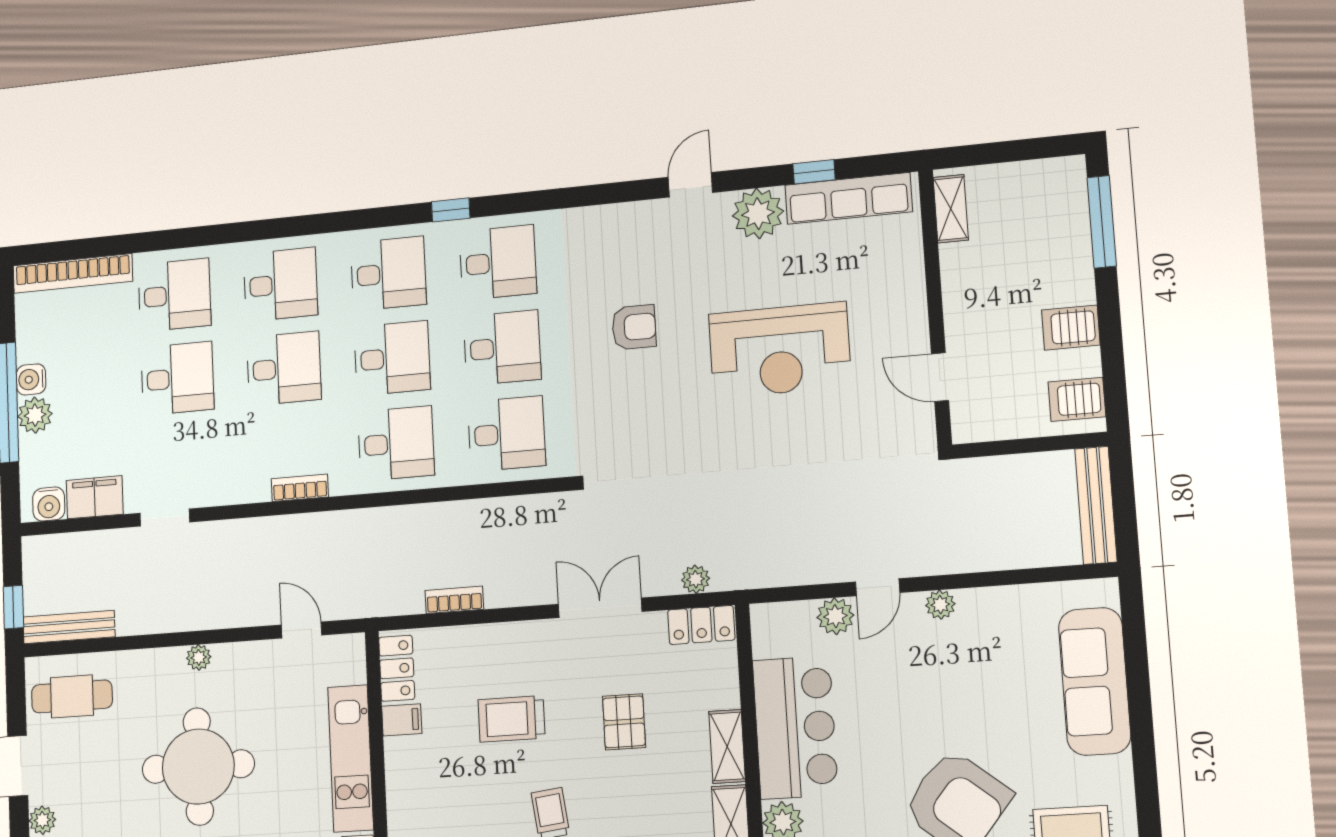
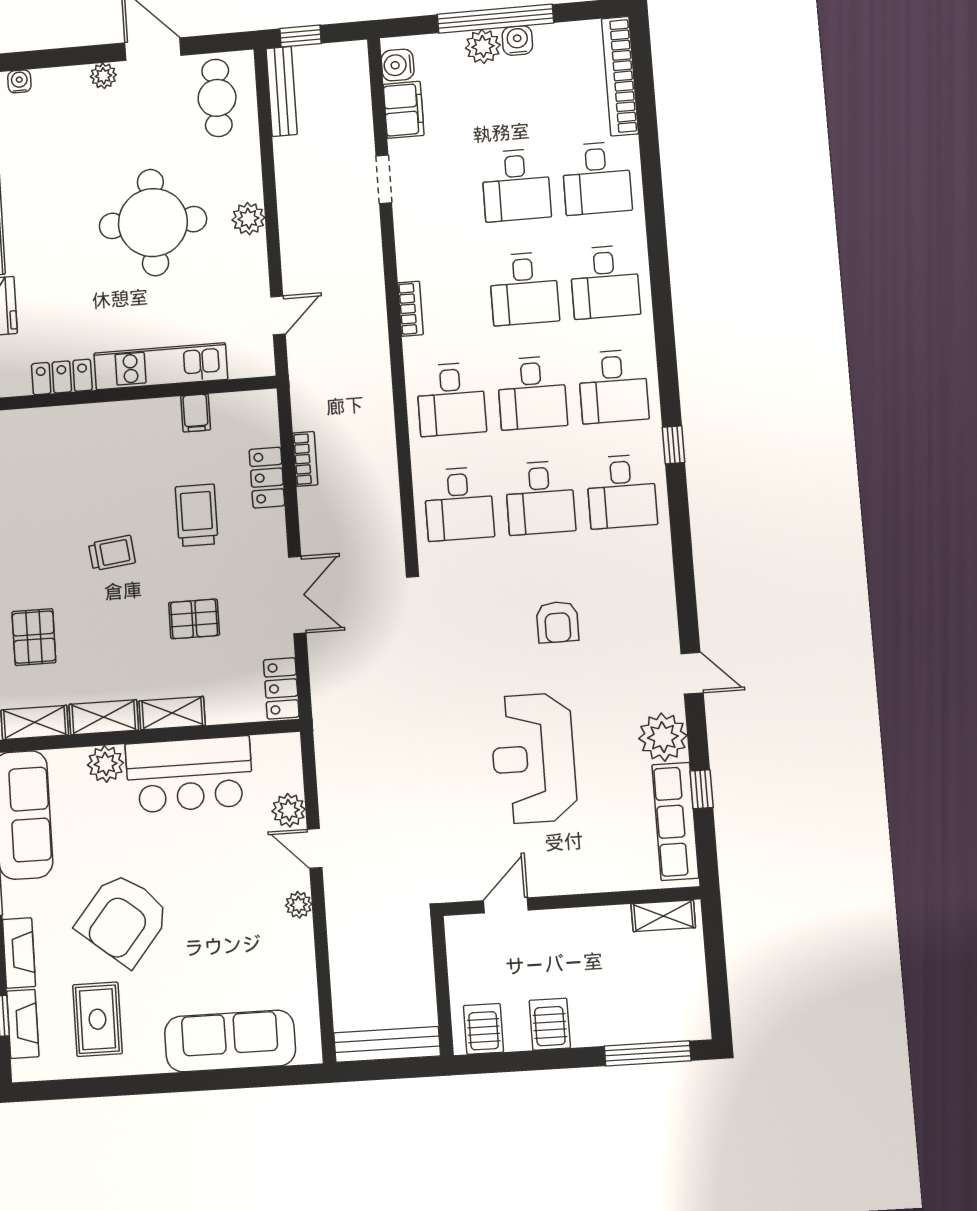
plant: (696, 579) -> (323, 683), removed
plant: (199, 657) -> (248, 219), width x1.38, depth x1.38
locker: (397, 668) -> (267, 478), moved, turned 90

